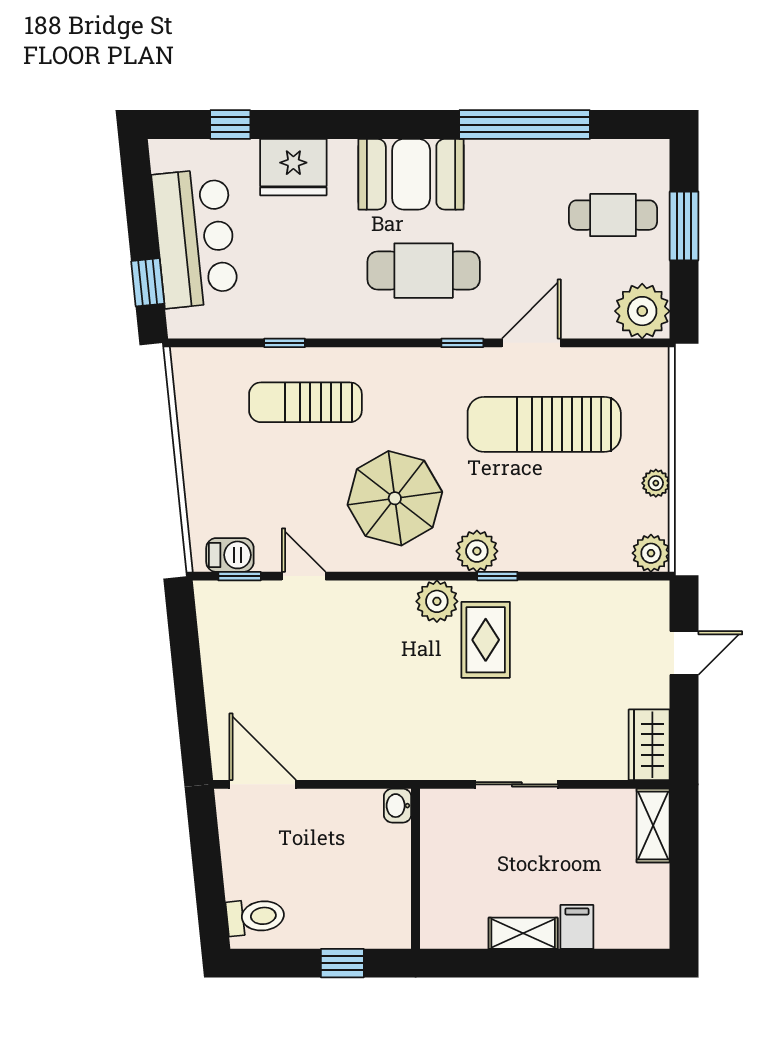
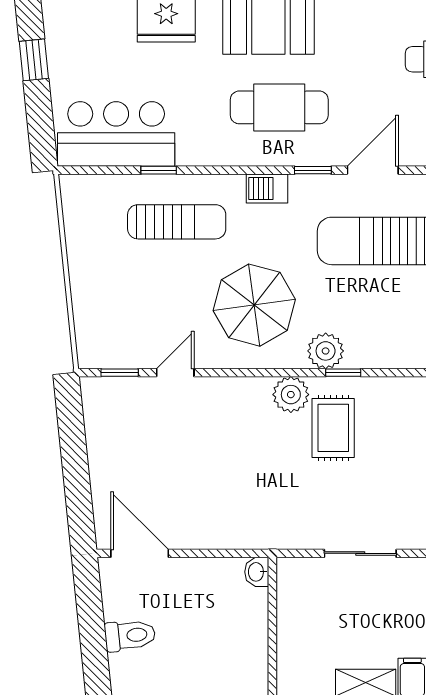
bar counter: (195, 238) -> (116, 134), moved, turned -84
window: (148, 282) -> (34, 60), moved
sun lounger: (305, 402) -> (177, 222), turned 180
barbecue: (230, 555) -> (267, 189), moved, turned 180
door: (304, 576) -> (175, 373), hinge flipped
toilet: (255, 917) -> (130, 635), moved

